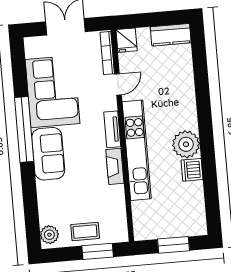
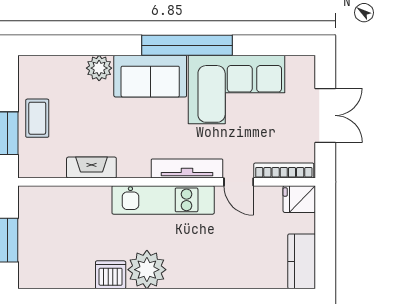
tv unit: (112, 129) -> (187, 168), width x1.41
kitchen unit: (137, 150) -> (163, 200), width x0.73
fireplace: (115, 166) -> (91, 168), moved
plant: (49, 235) -> (99, 68), moved

